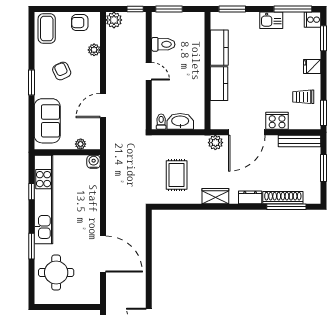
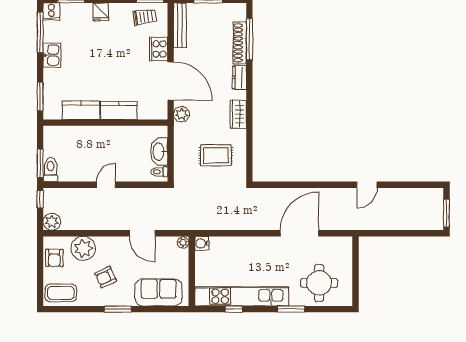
toilet: (163, 44) -> (51, 169), moved
plant: (94, 50) -> (83, 248), width x1.88, depth x1.88
trolley: (303, 97) -> (145, 17), moved, turned -98
plant: (81, 144) -> (183, 242), moved

